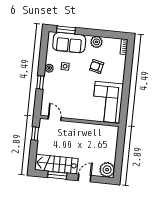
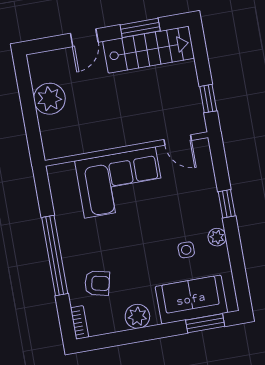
armchair: (97, 66) -> (97, 283), moved
window: (127, 81) -> (55, 256), added
corner sofa: (107, 102) -> (120, 182), moved, turned 90
plant: (107, 170) -> (49, 99), moved

